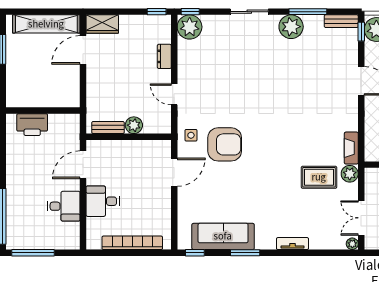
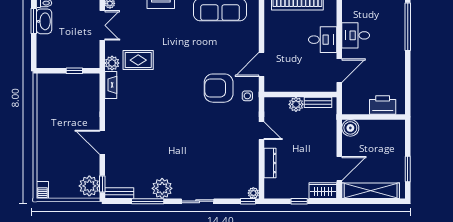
window: (157, 12) -> (299, 201), moved
plant: (190, 27) -> (253, 193), width x0.53, depth x0.53
dresser: (164, 56) -> (270, 163), width x1.44
boiler: (70, 98) -> (350, 128), added

